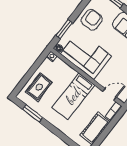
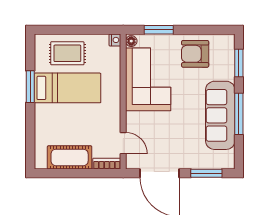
armchair: (92, 20) -> (195, 54), turned 180
bed: (73, 96) -> (68, 88), moved, turned 180
window: (33, 113) -> (30, 87), moved

